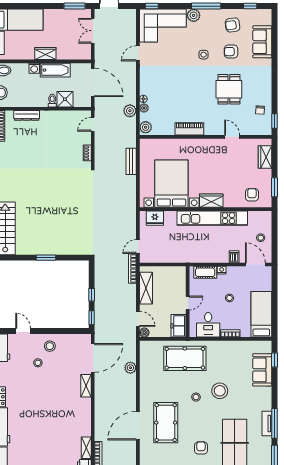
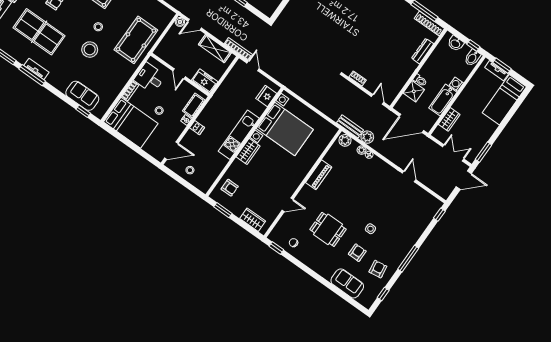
plant: (194, 15) -> (408, 243), removed
corner sofa: (163, 25) -> (417, 213), removed
wardrobe: (45, 54) -> (449, 119), moved
bench: (131, 161) -> (350, 126), moved
kitchen unit: (212, 218) -> (239, 135), width x0.73
dishwasher: (234, 257) -> (197, 128), moved
bed: (261, 314) -> (131, 123), width x1.50
freezer: (178, 326) -> (205, 81), moved

